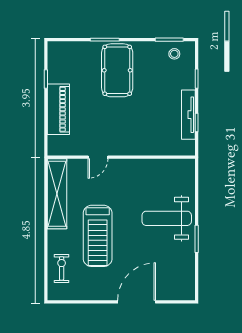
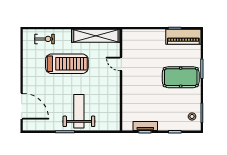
piano: (58, 109) -> (183, 37), moved
tv unit: (188, 115) -> (145, 126), width x0.71
treadmill: (98, 236) -> (67, 64), turned 180
door: (137, 302) -> (22, 106), moved

